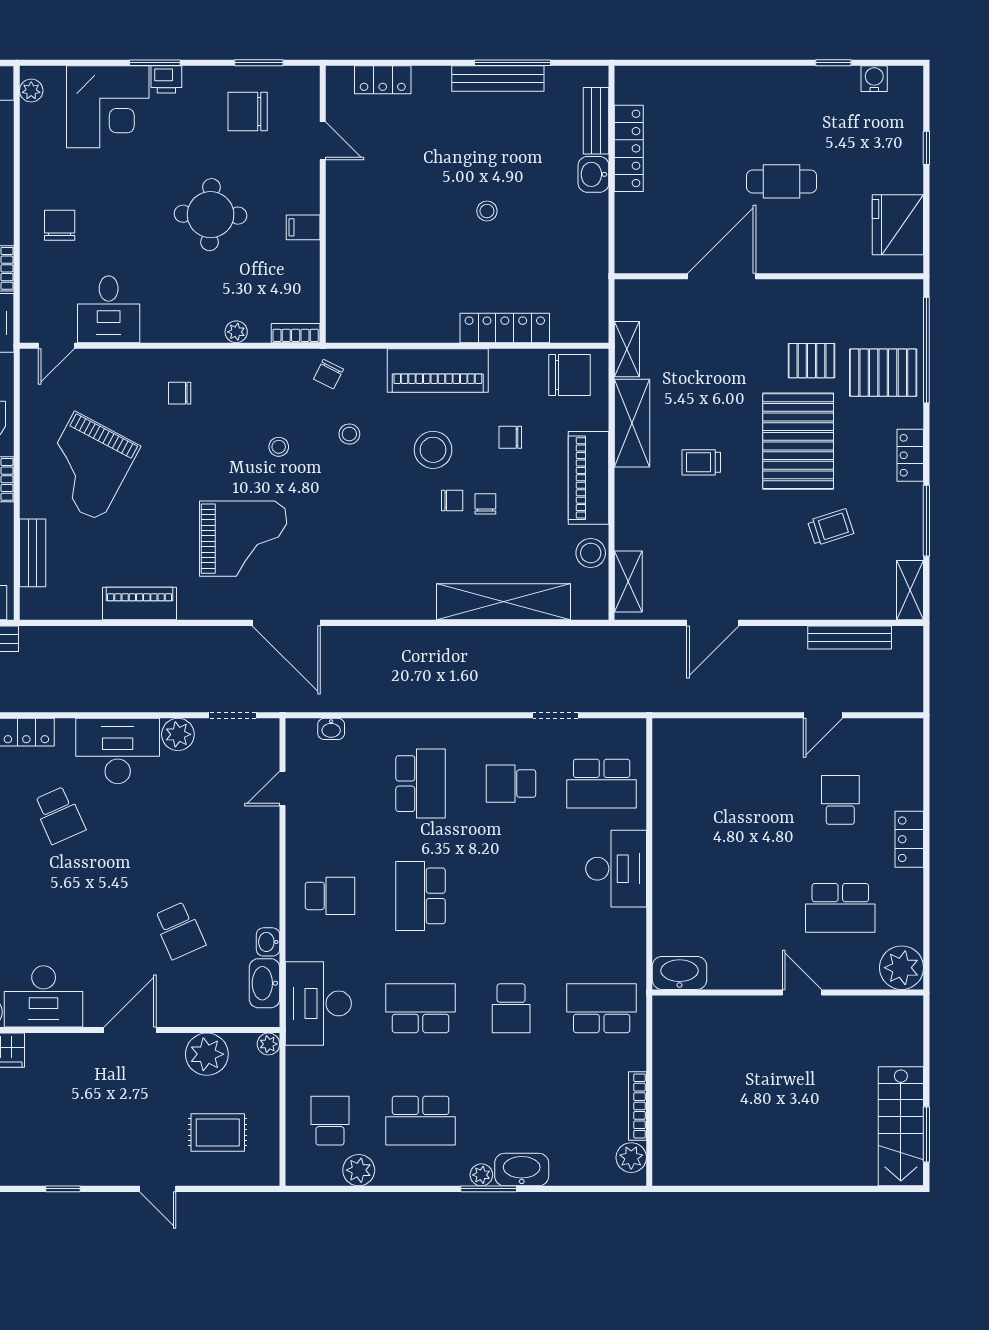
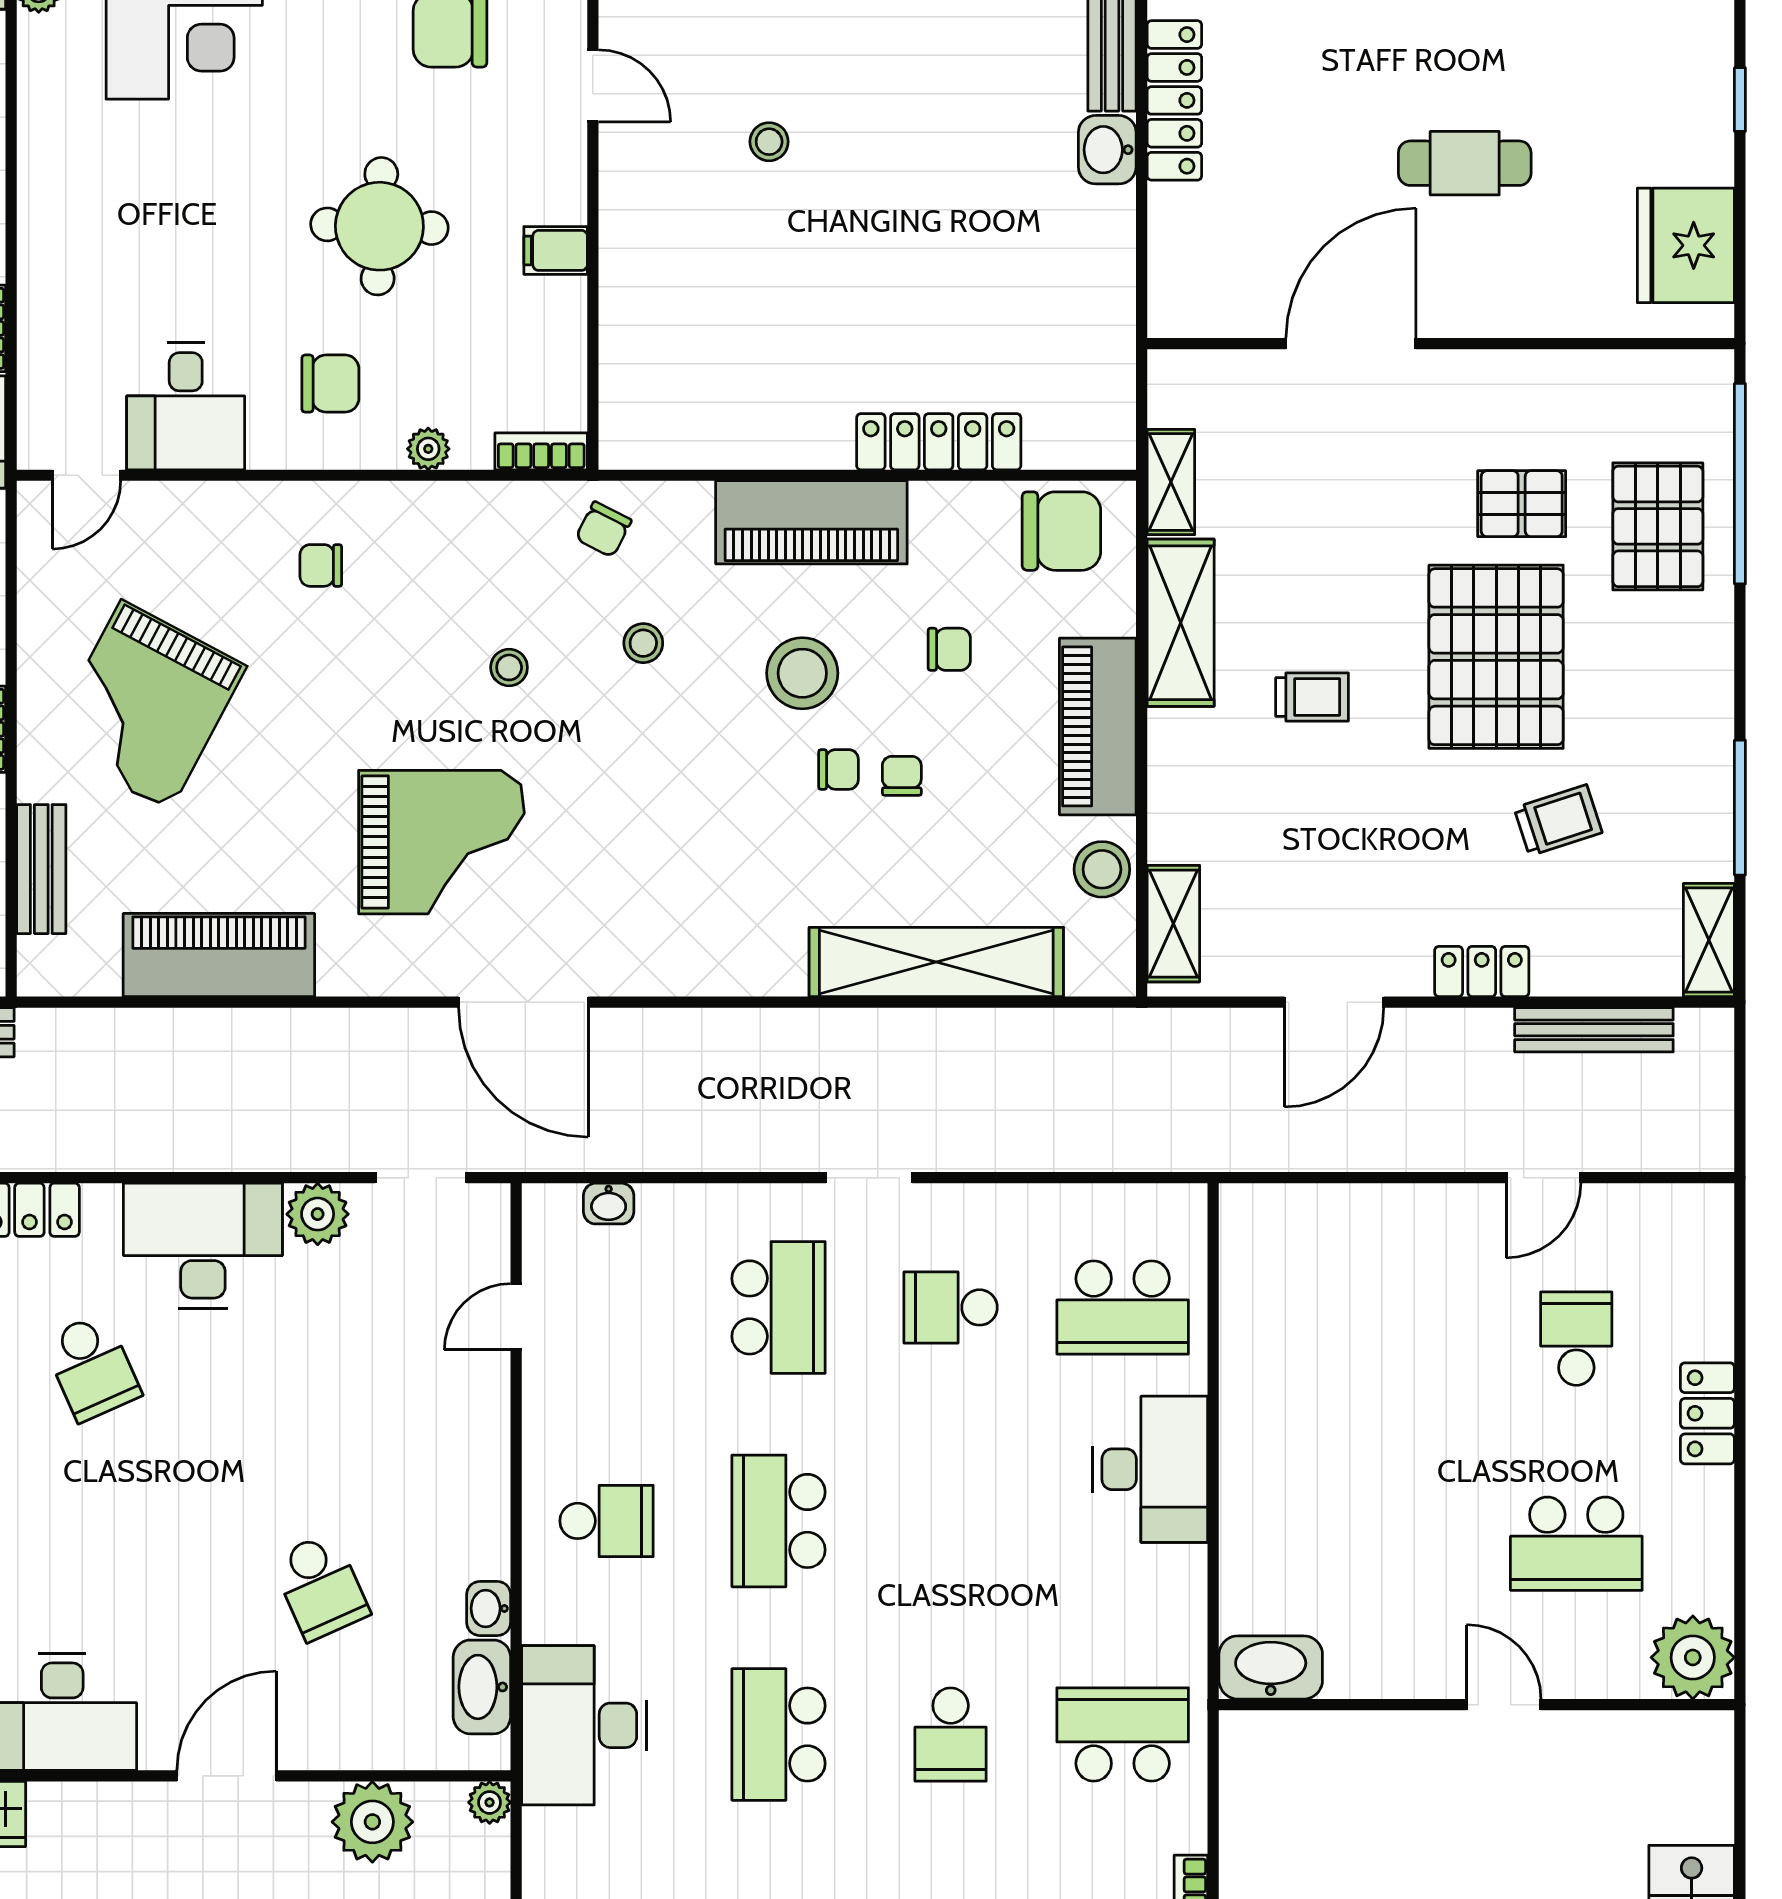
stool: (487, 211) -> (769, 142), moved
chair: (60, 225) -> (330, 384), moved, turned 90
pallet: (883, 373) -> (1658, 526), turned 90
chair: (510, 437) -> (949, 649), turned 180
locker: (910, 455) -> (1482, 971), moved, turned 90
trolley: (701, 462) -> (1312, 697), turned 180
piano: (140, 604) -> (219, 955), width x1.37, depth x1.33
doorway: (555, 715) -> (869, 1178), moved
school desk: (421, 1008) -> (779, 1734), turned -90

